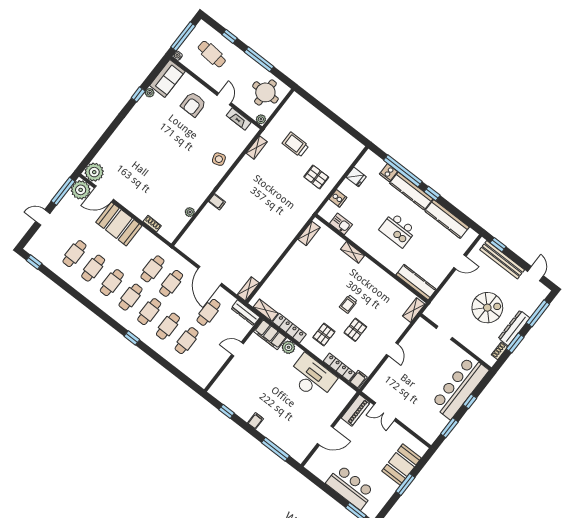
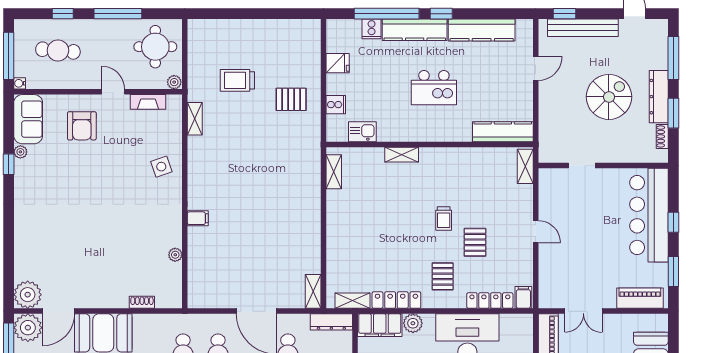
piano: (420, 428) -> (640, 298), added

